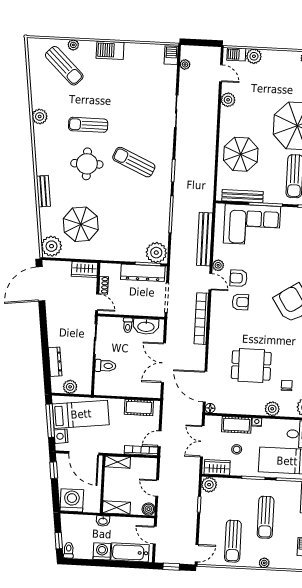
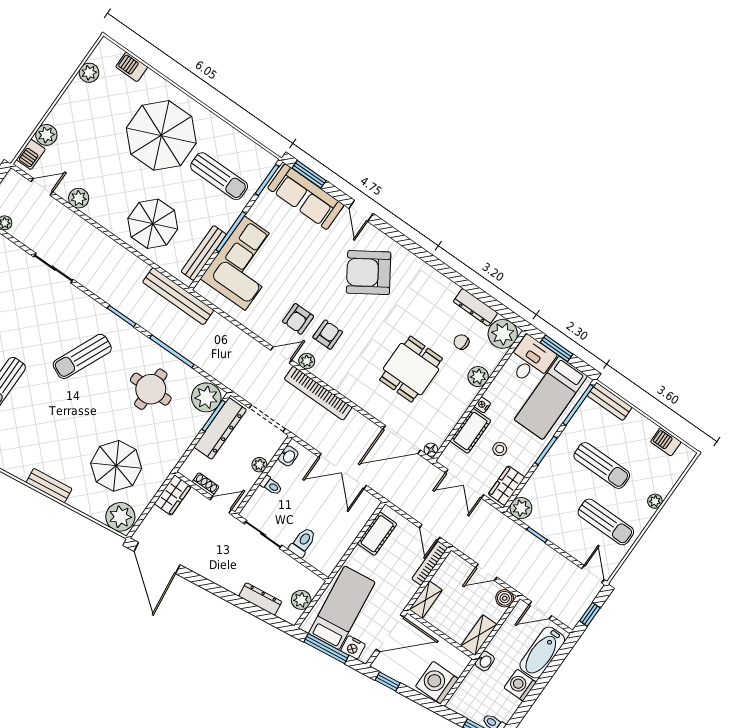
round table: (87, 164) -> (151, 389), moved
bench: (205, 239) -> (178, 296), moved
plant: (218, 265) -> (307, 361), moved
plant: (136, 310) -> (259, 465), added
washbasin: (146, 326) -> (288, 456), width x0.52, depth x0.69

